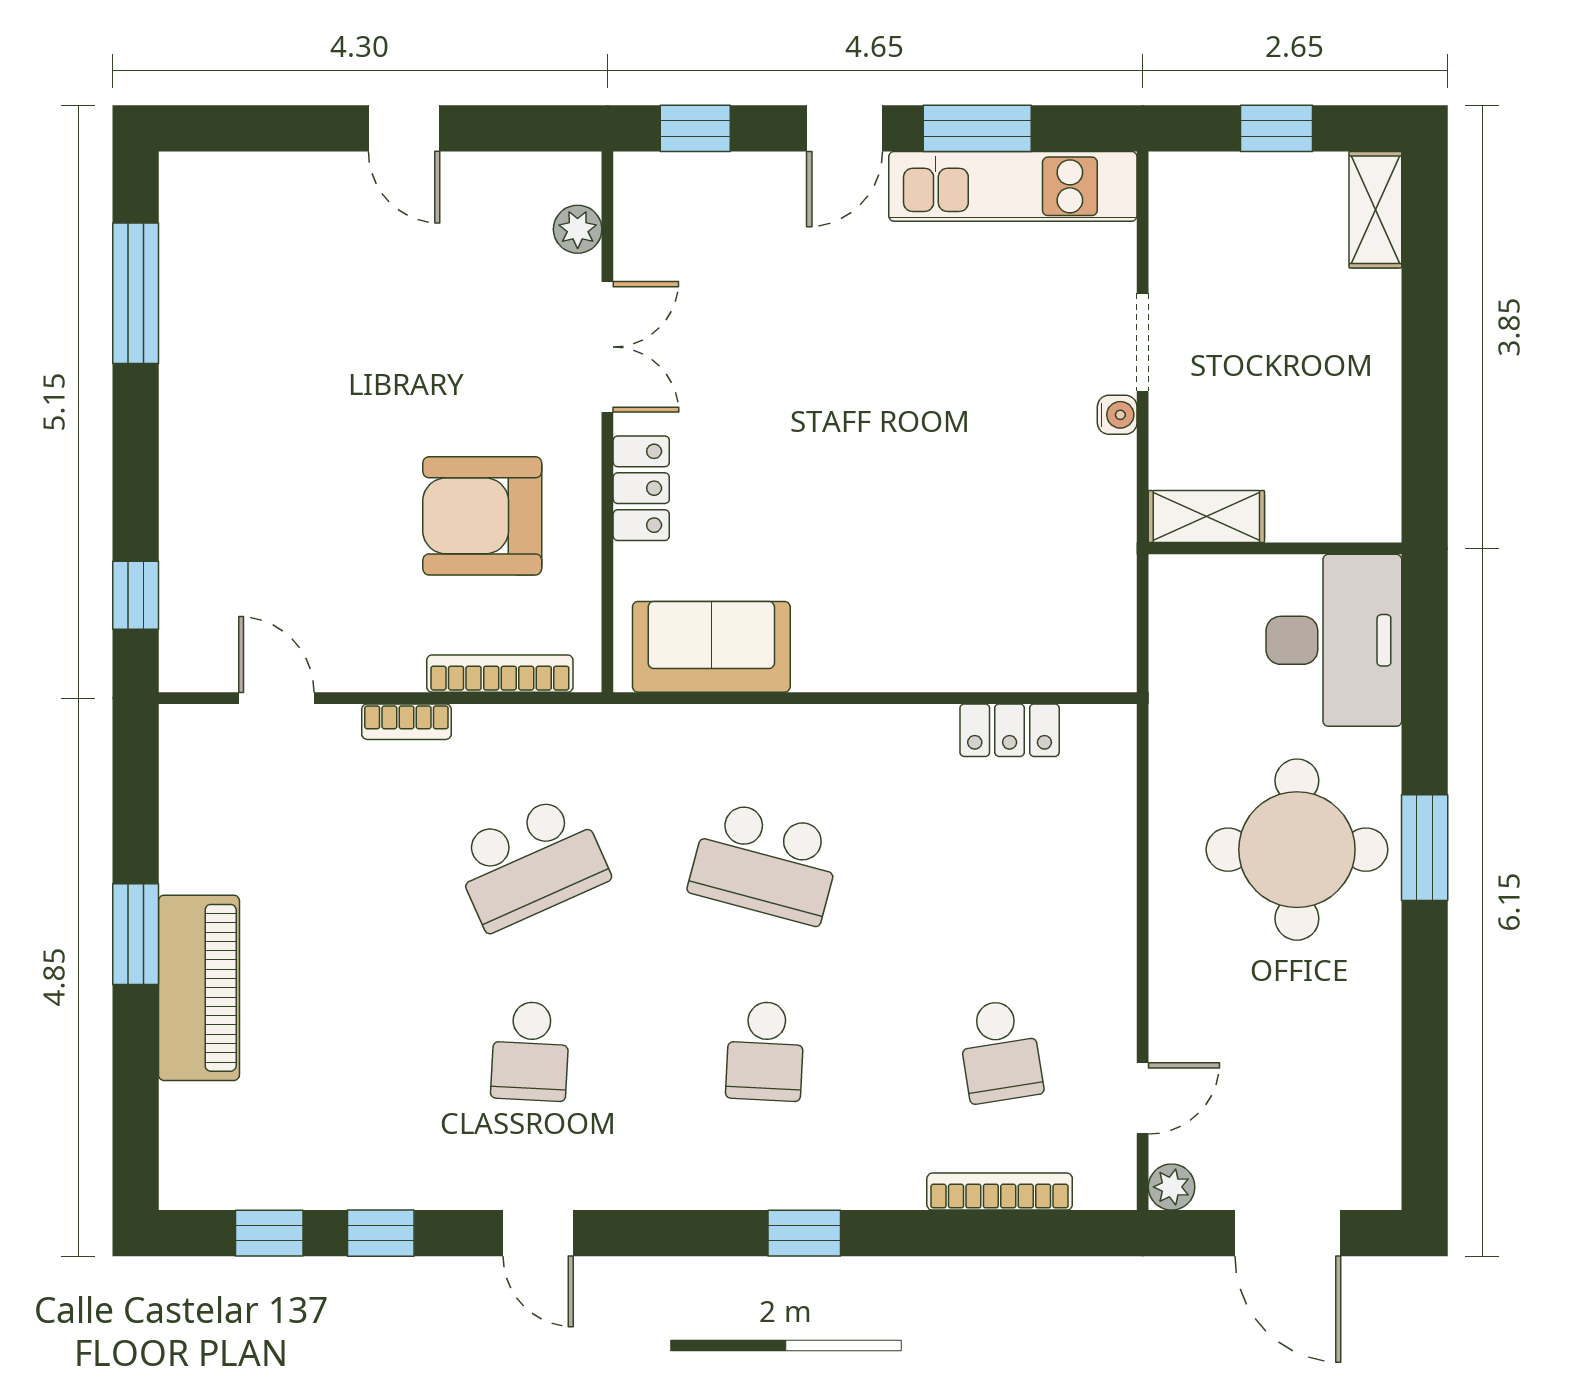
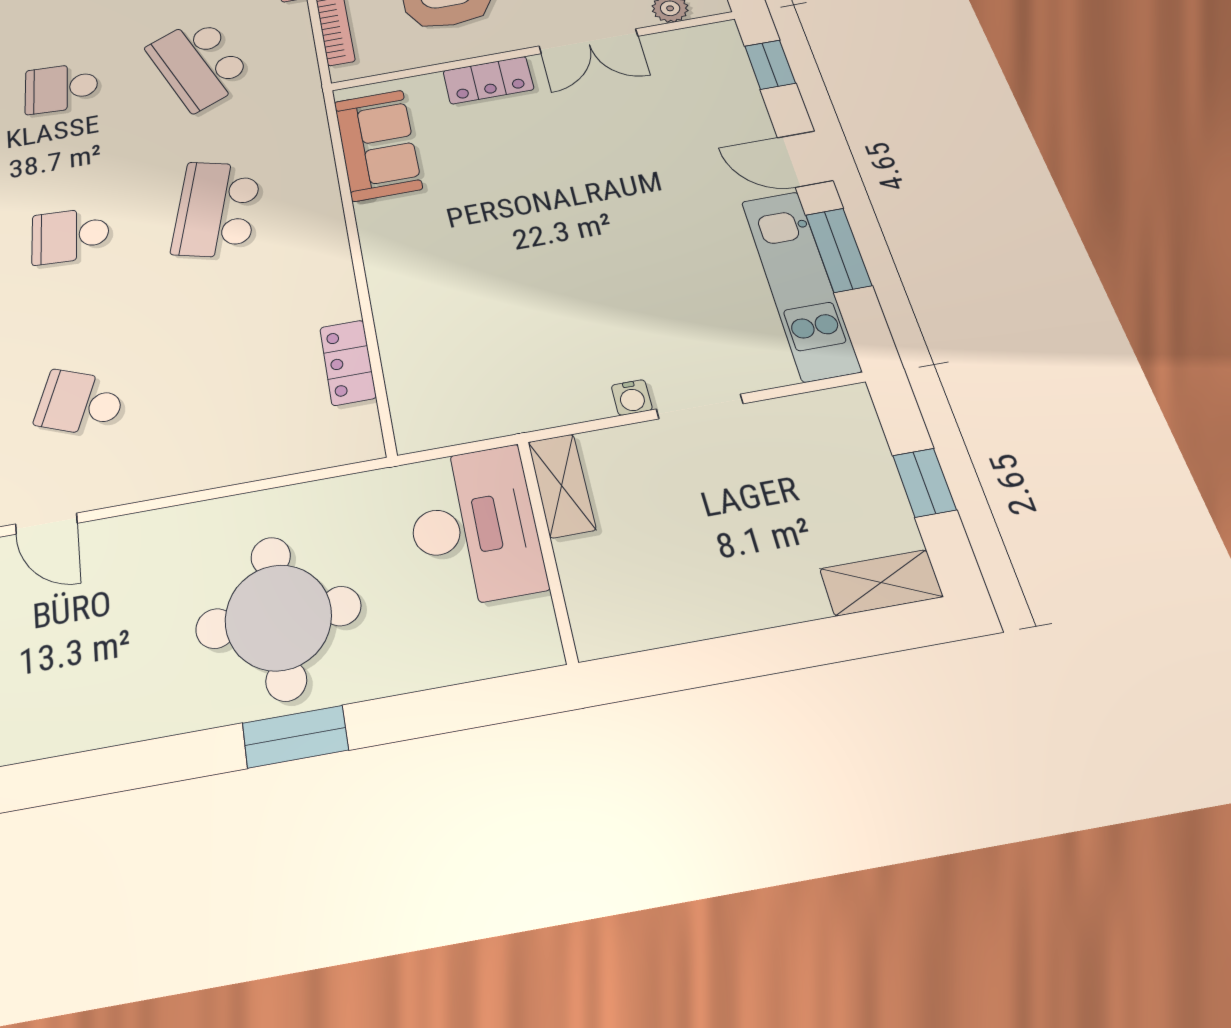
desk: (1334, 640) -> (474, 526), moved, turned -90
school desk: (1000, 1051) -> (80, 403), turned 30

